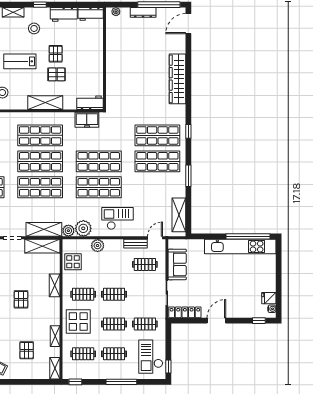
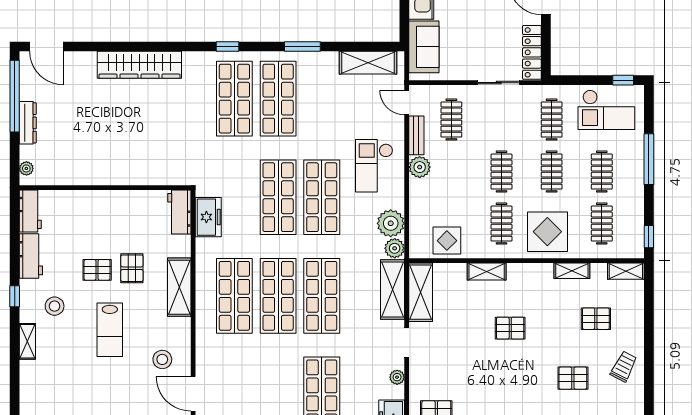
plant: (98, 246) -> (420, 167), moved
sofa: (177, 264) -> (424, 47), moved, turned 90

